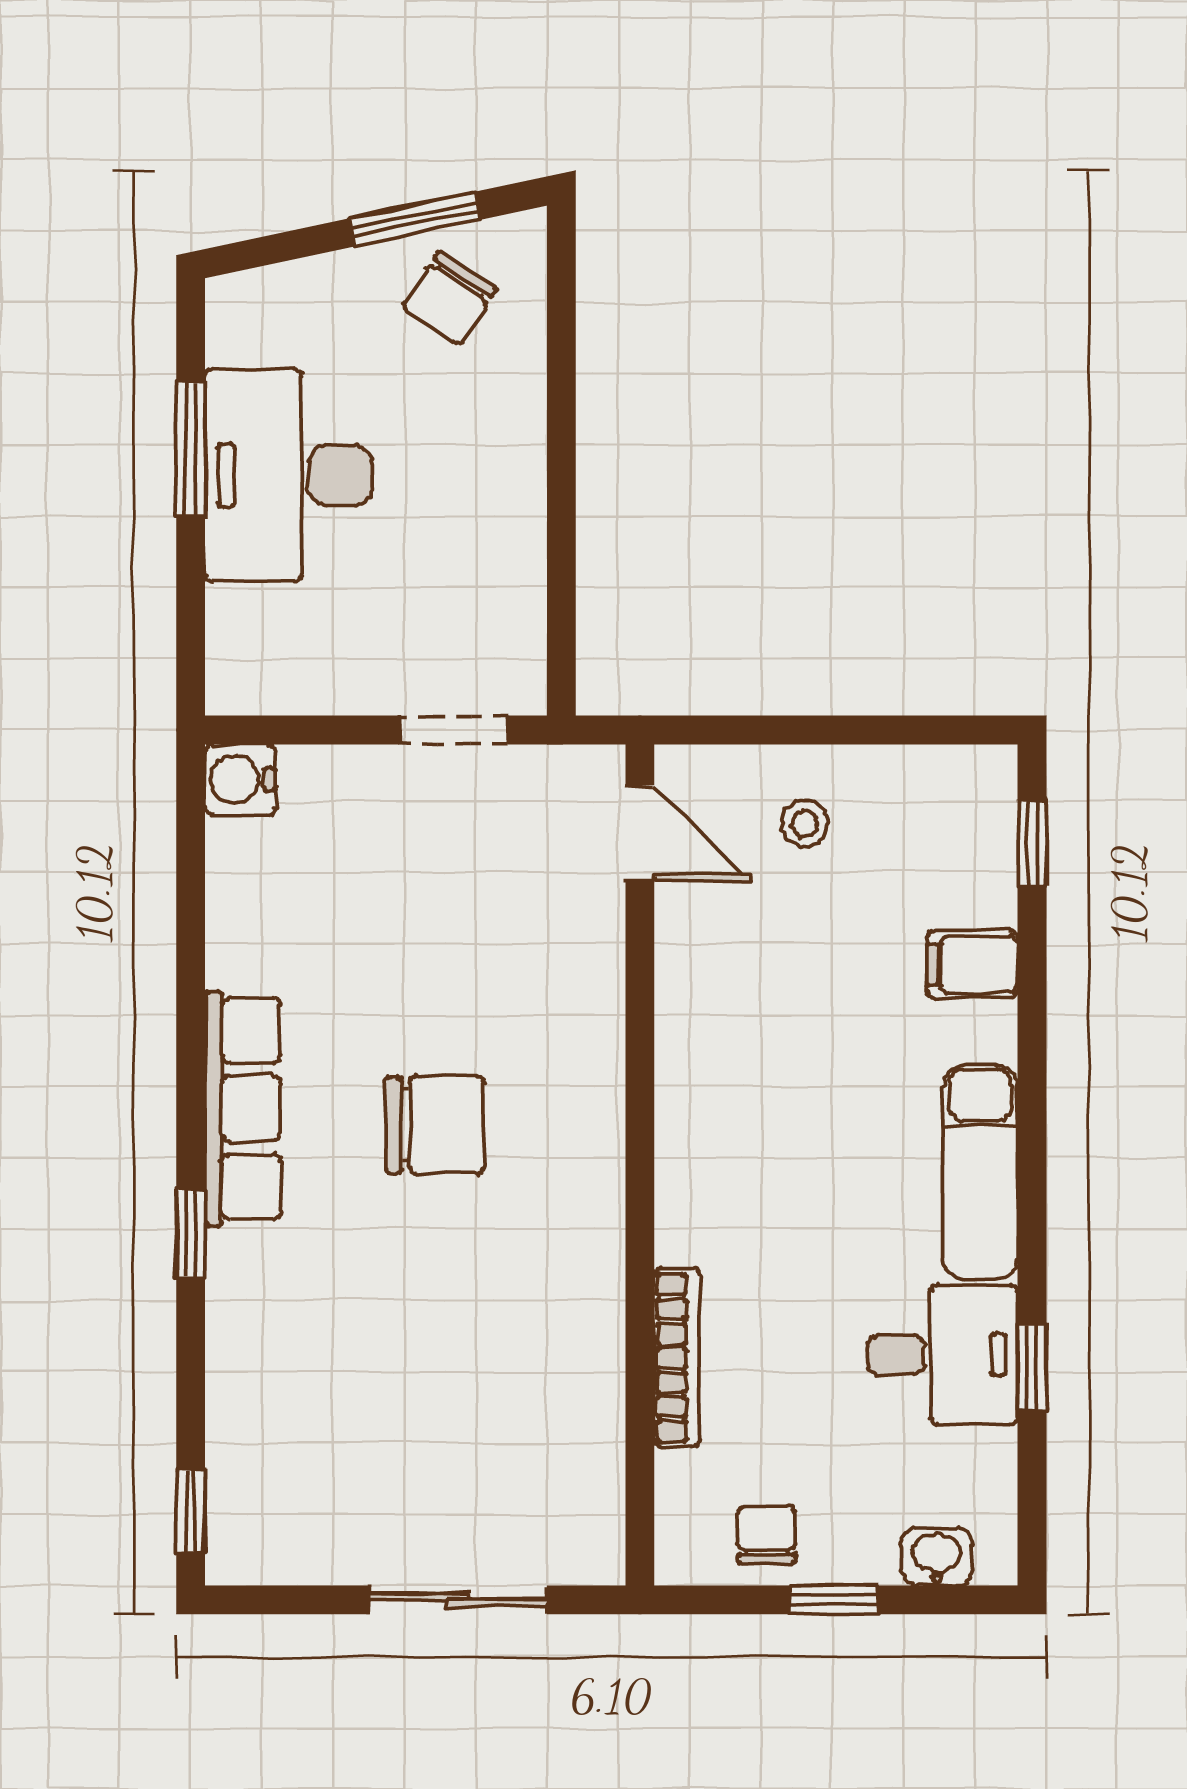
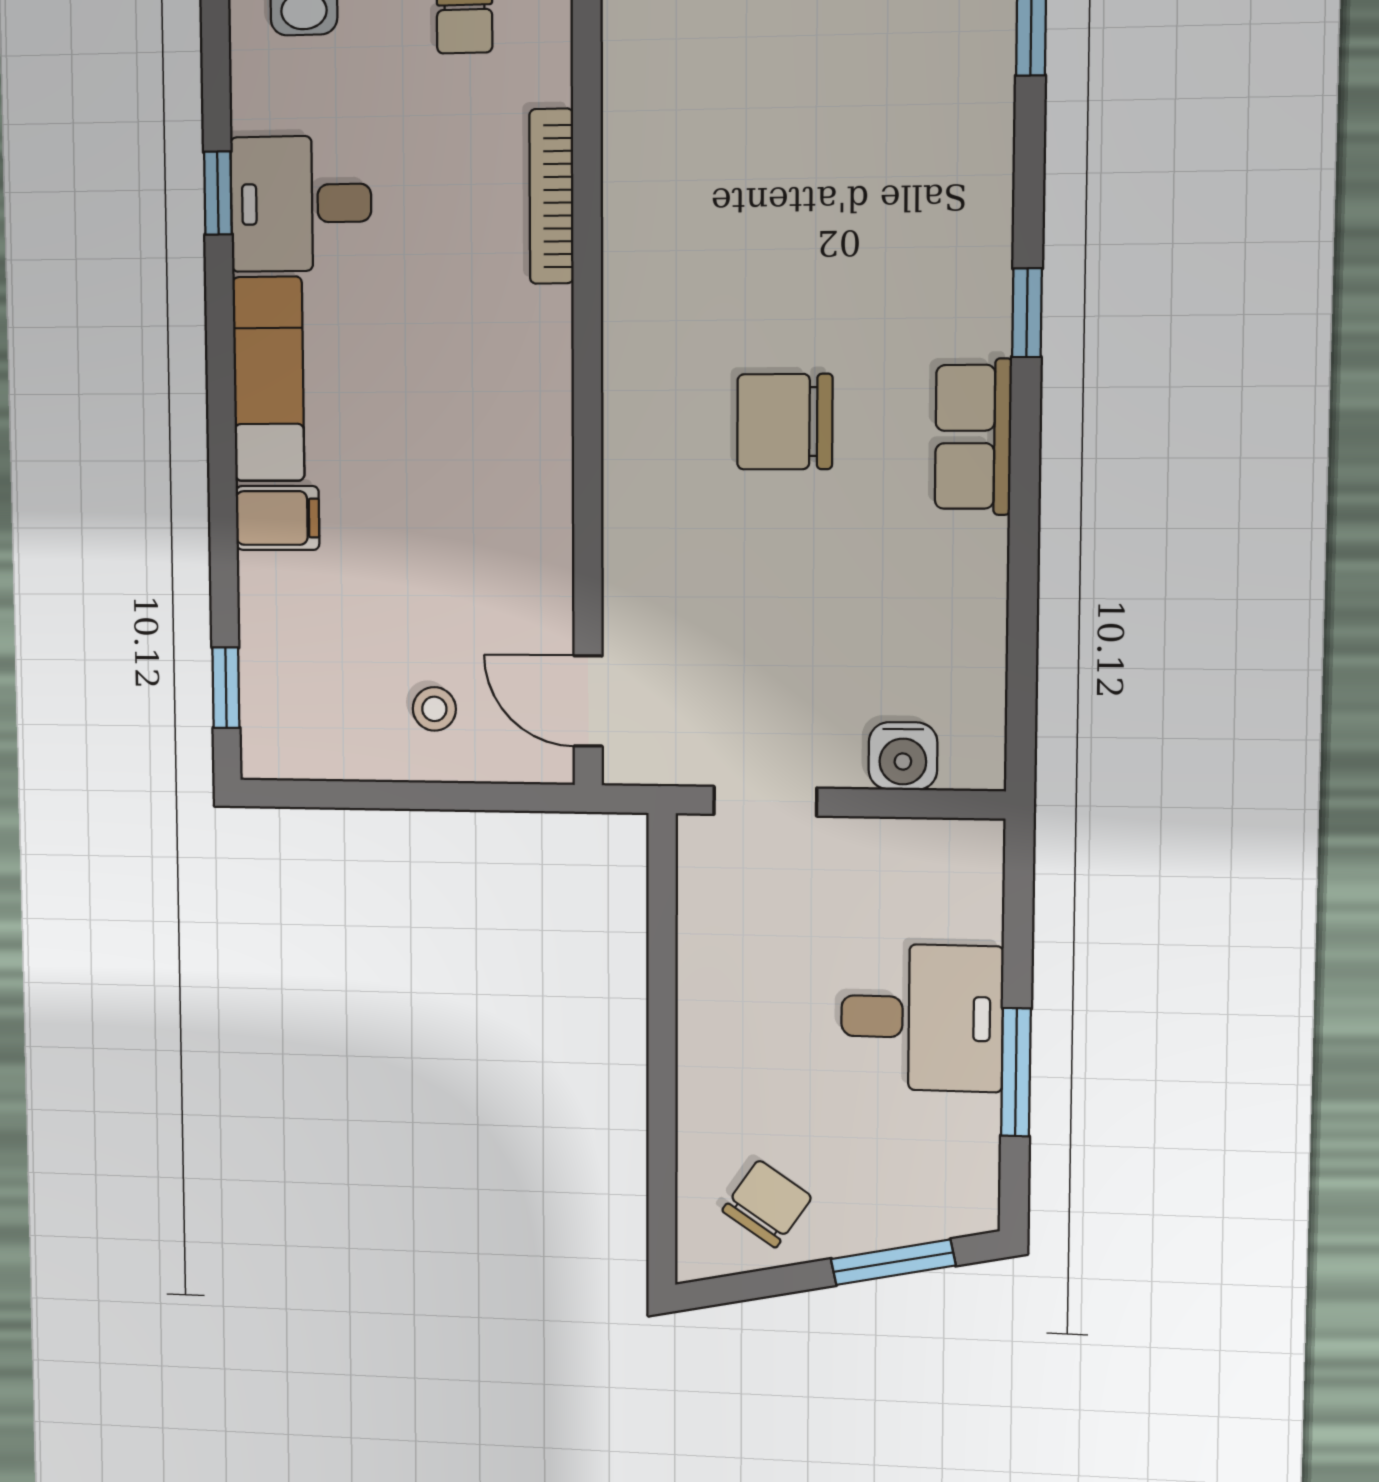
window: (414, 219) -> (893, 1262), moved
desk: (288, 475) -> (922, 1018), width x0.73
water cooler: (240, 780) -> (903, 756), moved, turned 90
filing cabinet: (973, 964) -> (277, 518), moved
row of seats: (243, 1109) -> (973, 437), width x0.68

